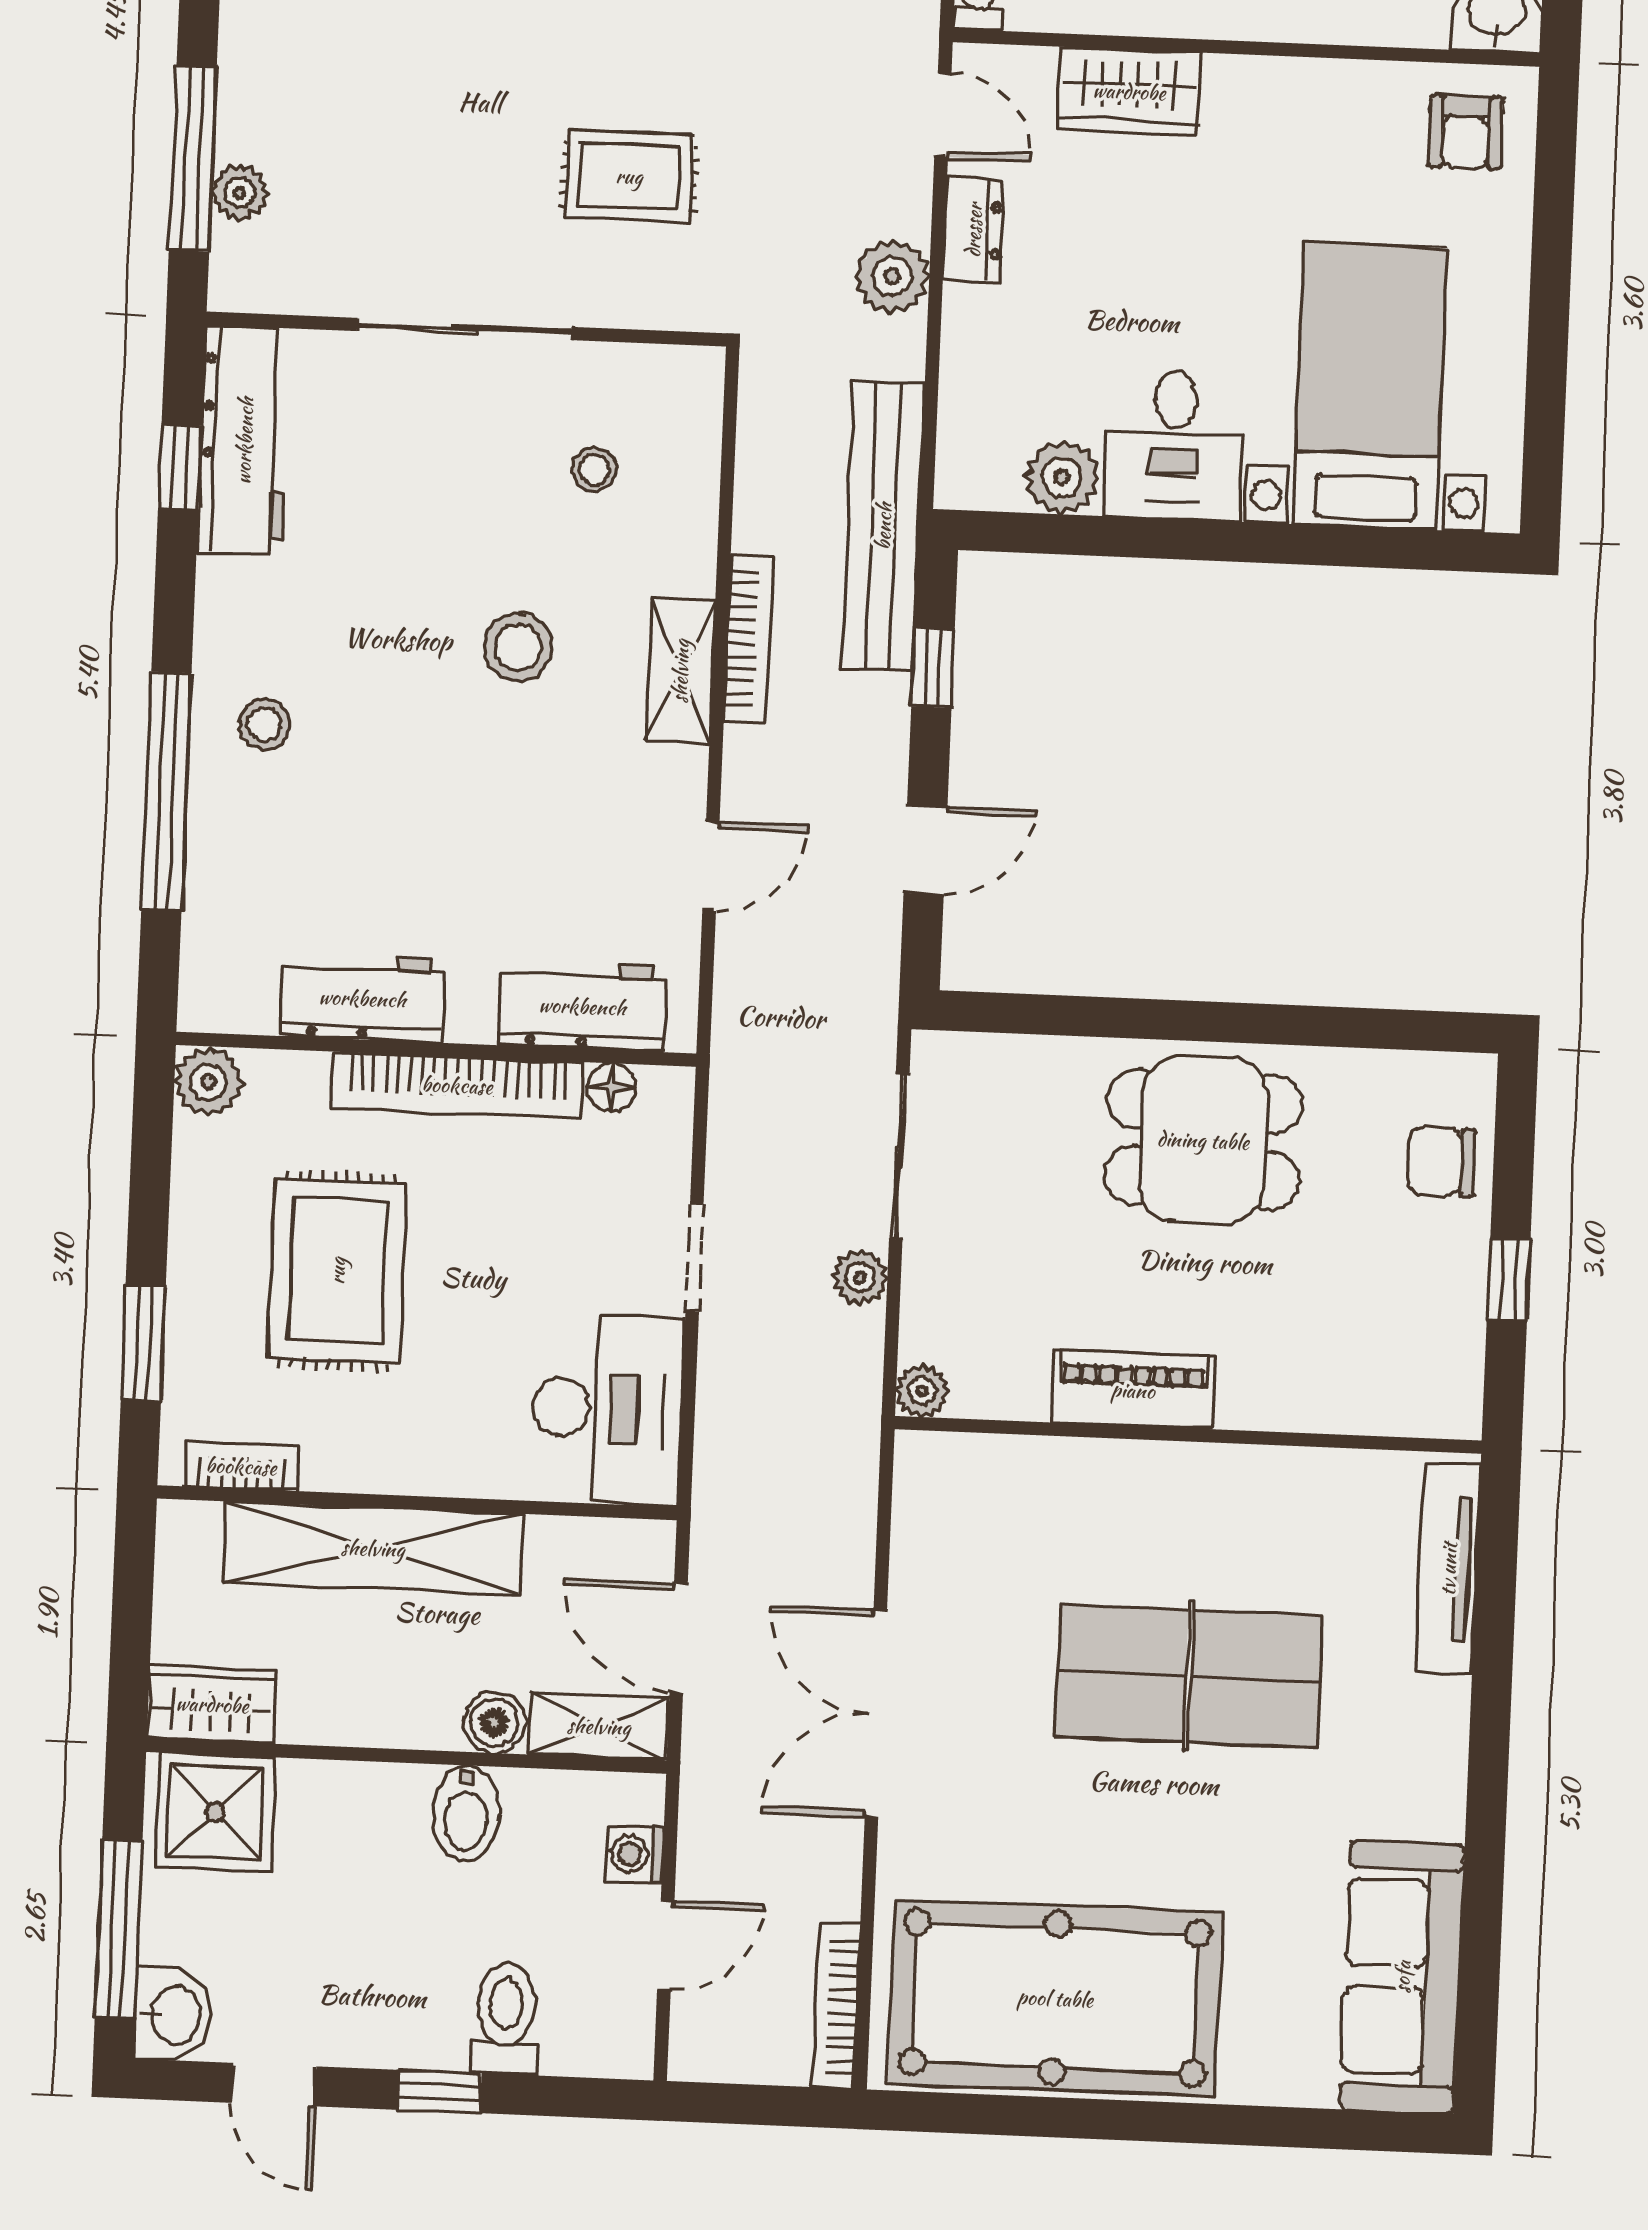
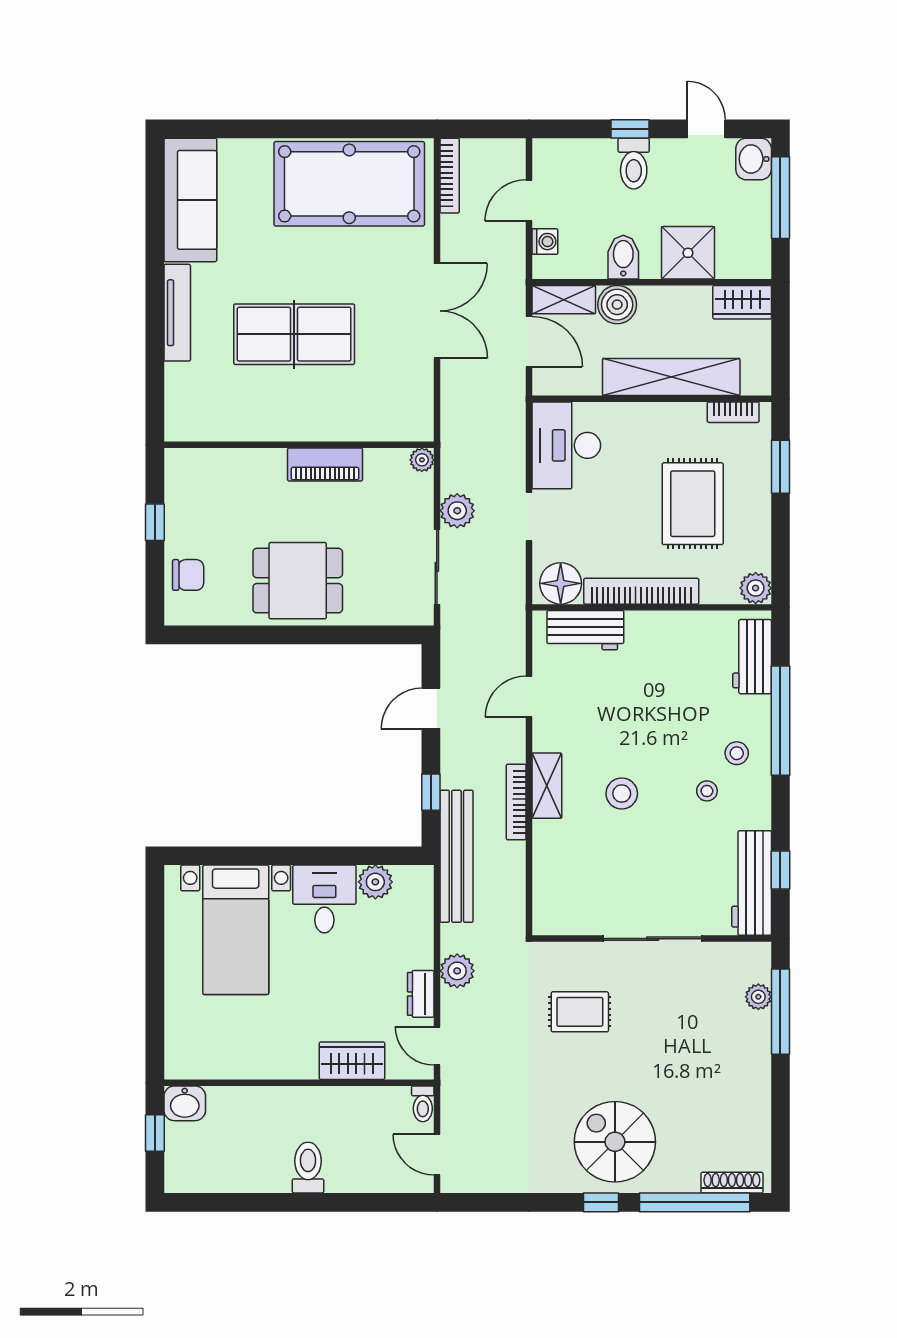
armchair: (1466, 132) -> (197, 1048), removed
stool: (594, 469) -> (707, 791), moved
workbench: (362, 998) -> (752, 657), moved, turned 90
floor lamp: (612, 1087) -> (561, 583), width x1.89, depth x1.89
plant: (860, 1277) -> (457, 511), width x1.38, depth x1.38
tv unit: (1448, 1569) -> (177, 313), moved
boiler: (494, 1722) -> (617, 305), width x1.36, depth x1.36
shower: (215, 1812) -> (688, 253), moved
toilet: (506, 2019) -> (634, 164), moved

